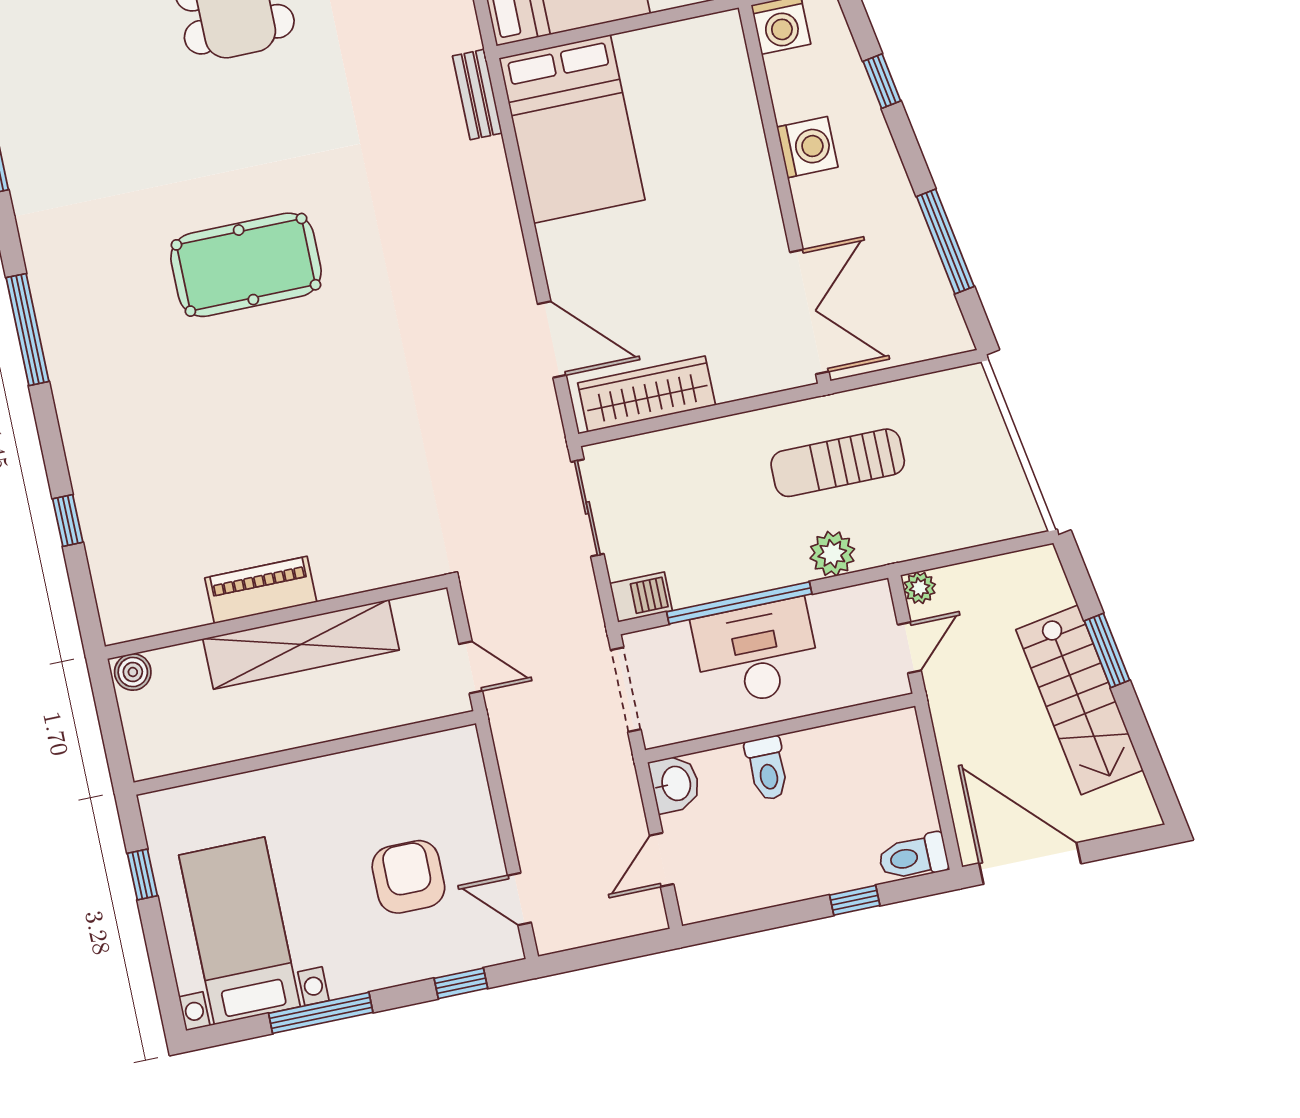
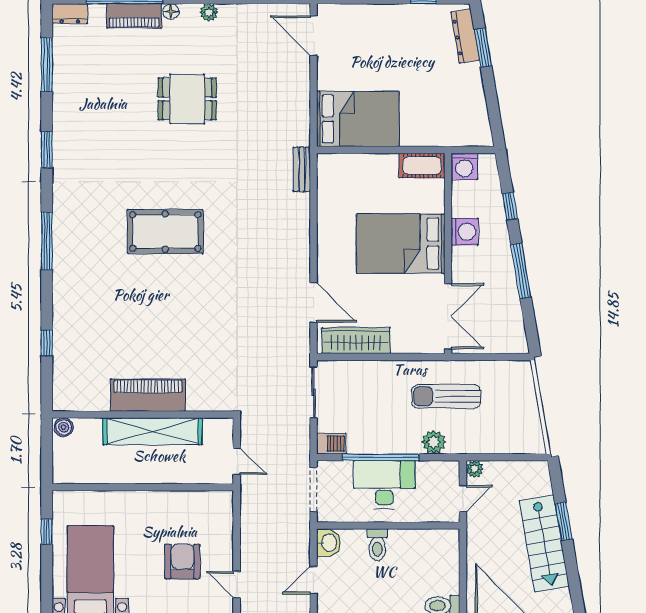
cot: (701, 40) -> (422, 166), added
bed: (572, 129) -> (401, 244), moved, turned 90
window: (945, 241) -> (521, 271), moved
piano: (261, 590) -> (148, 395), width x1.37, depth x1.33

